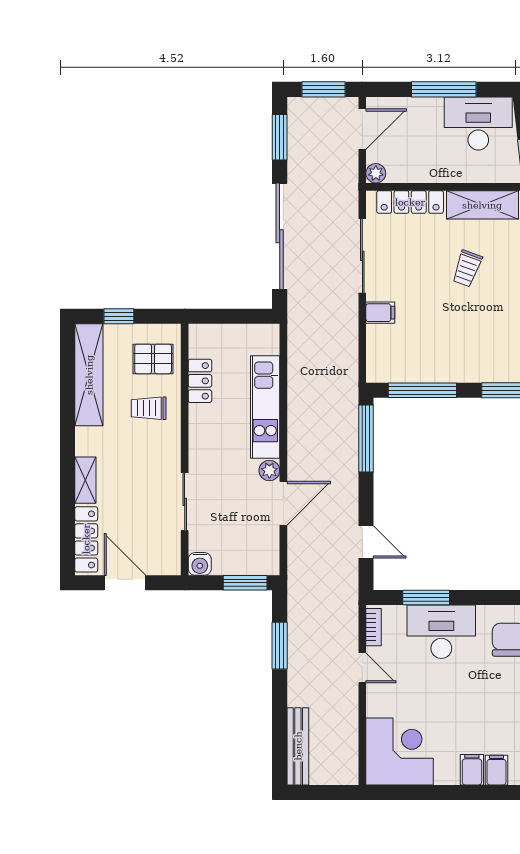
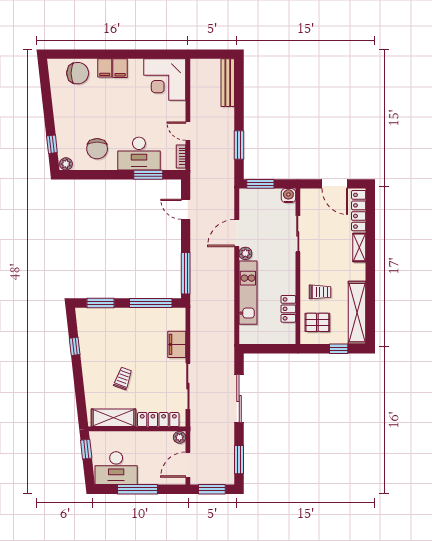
sliding door: (280, 236) -> (239, 398), width x0.73
filing cabinet: (380, 313) -> (177, 344), width x2.00

